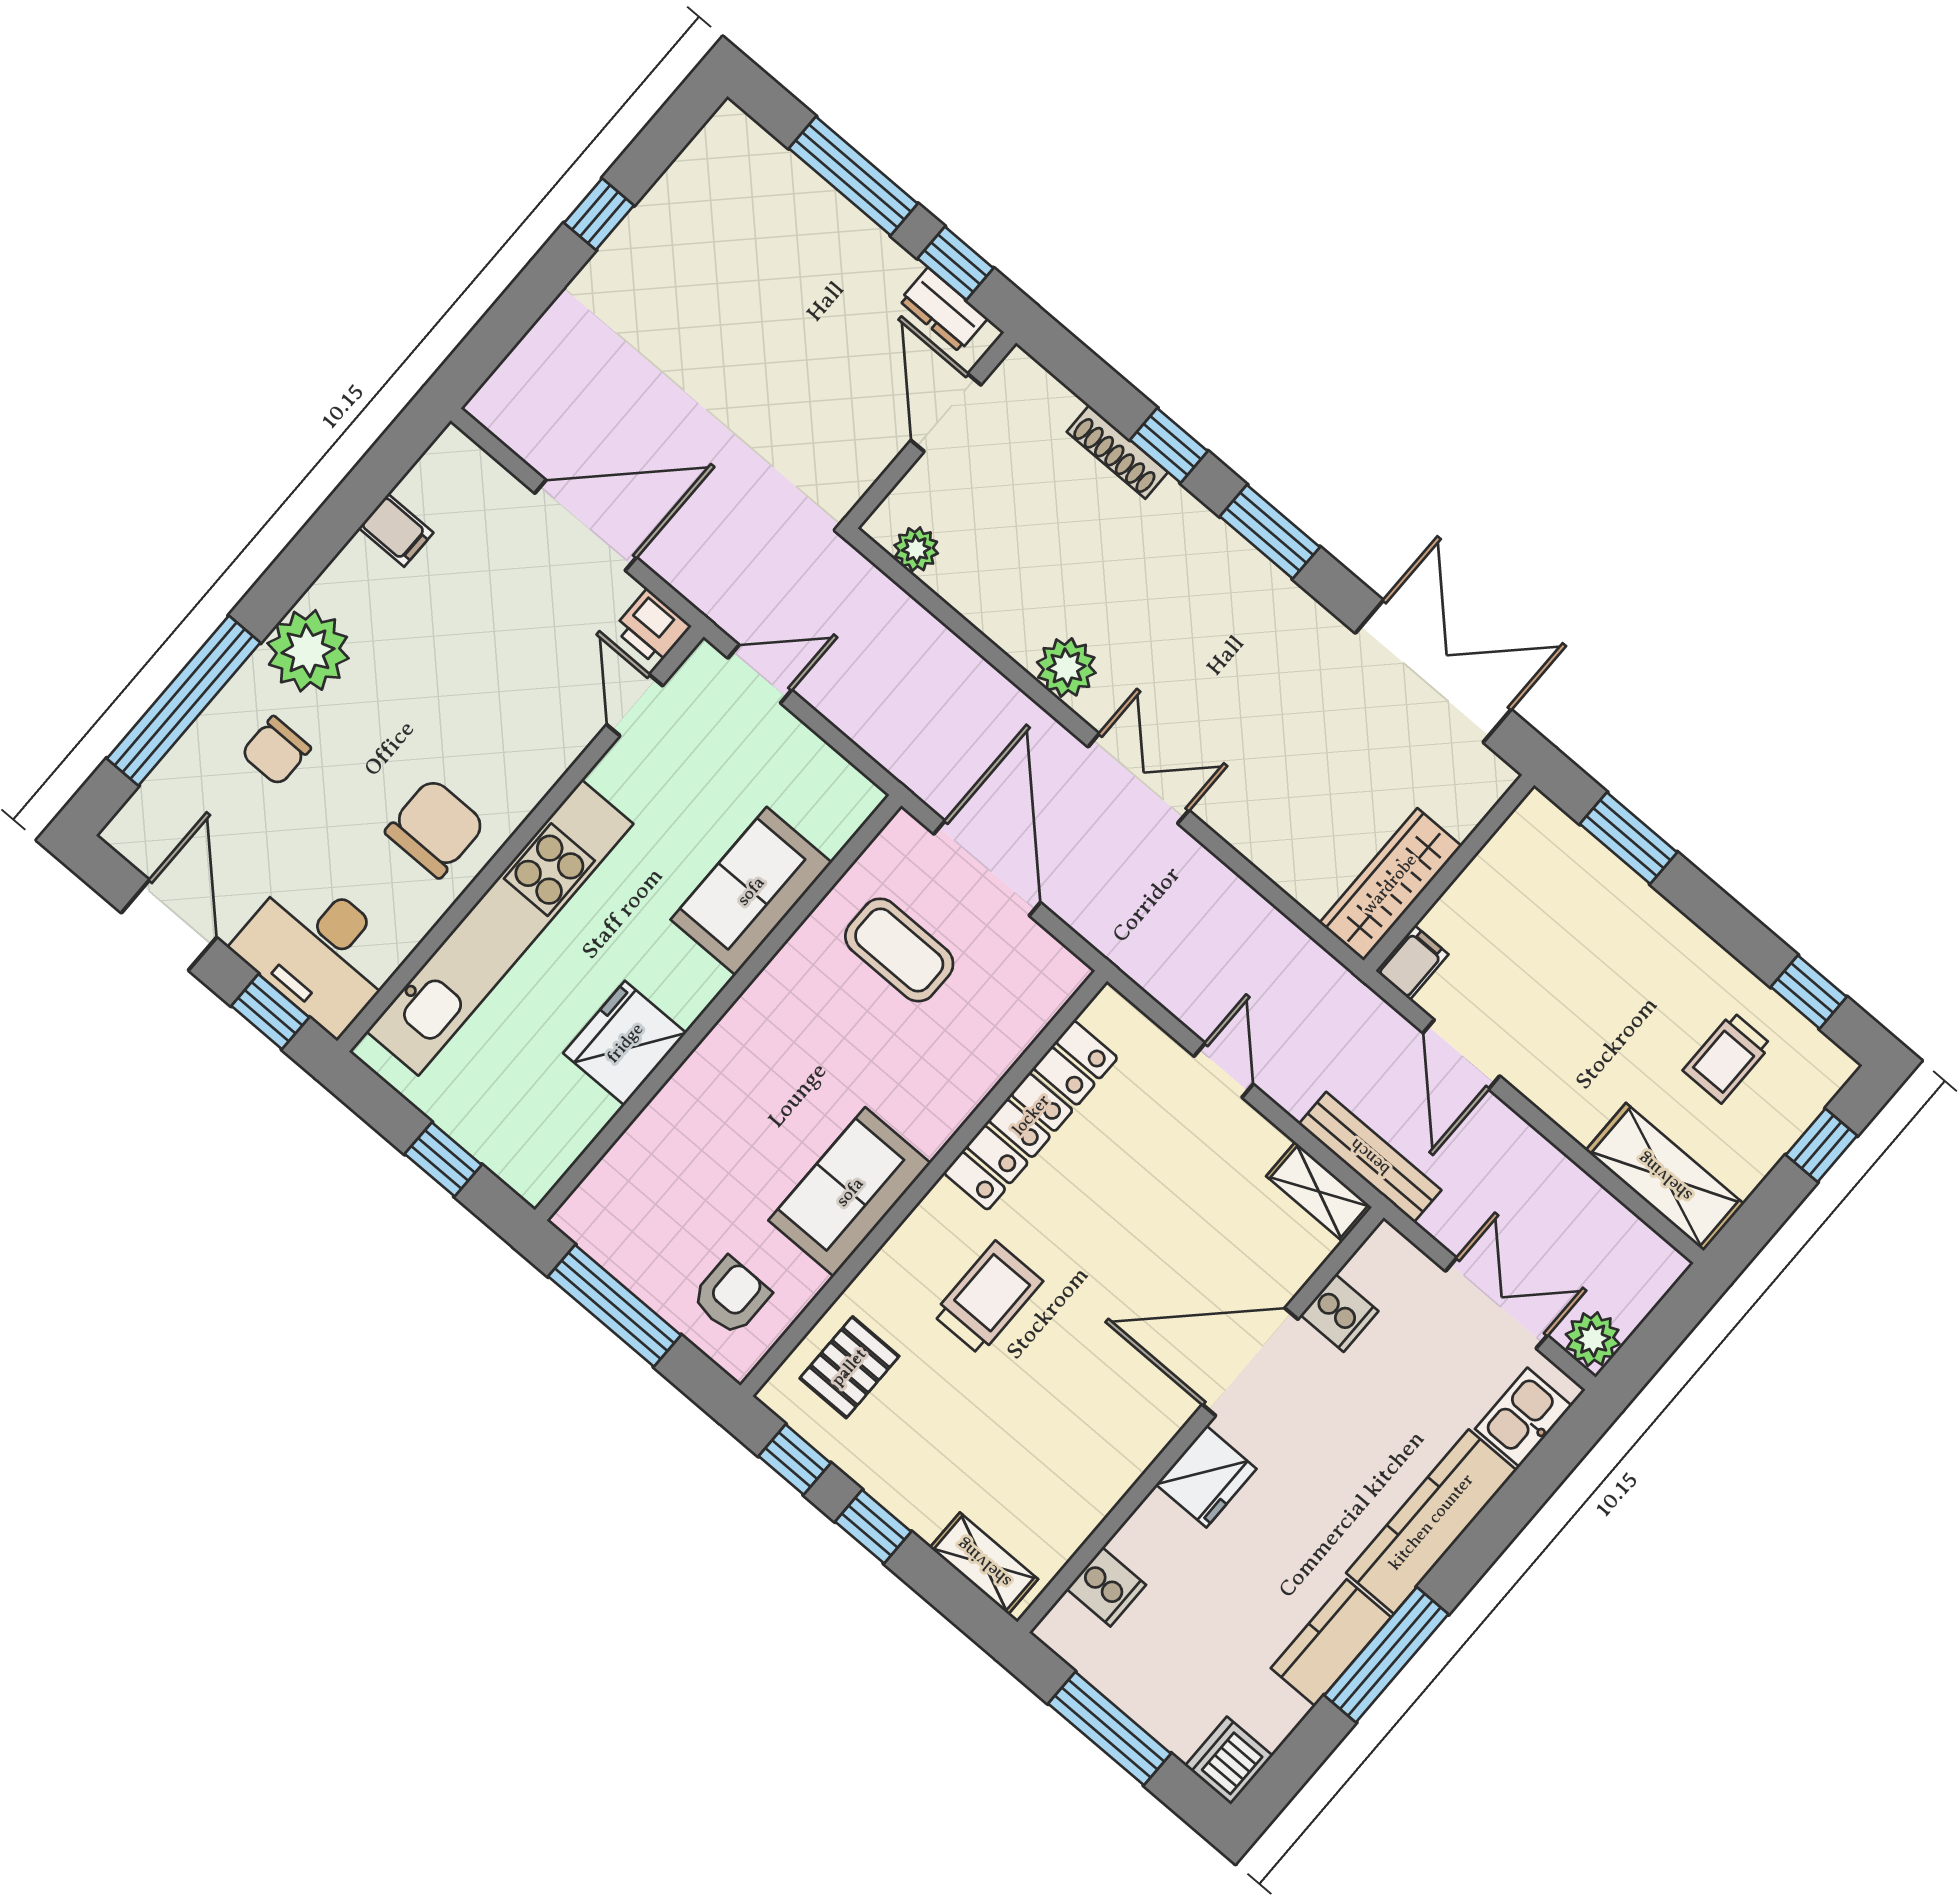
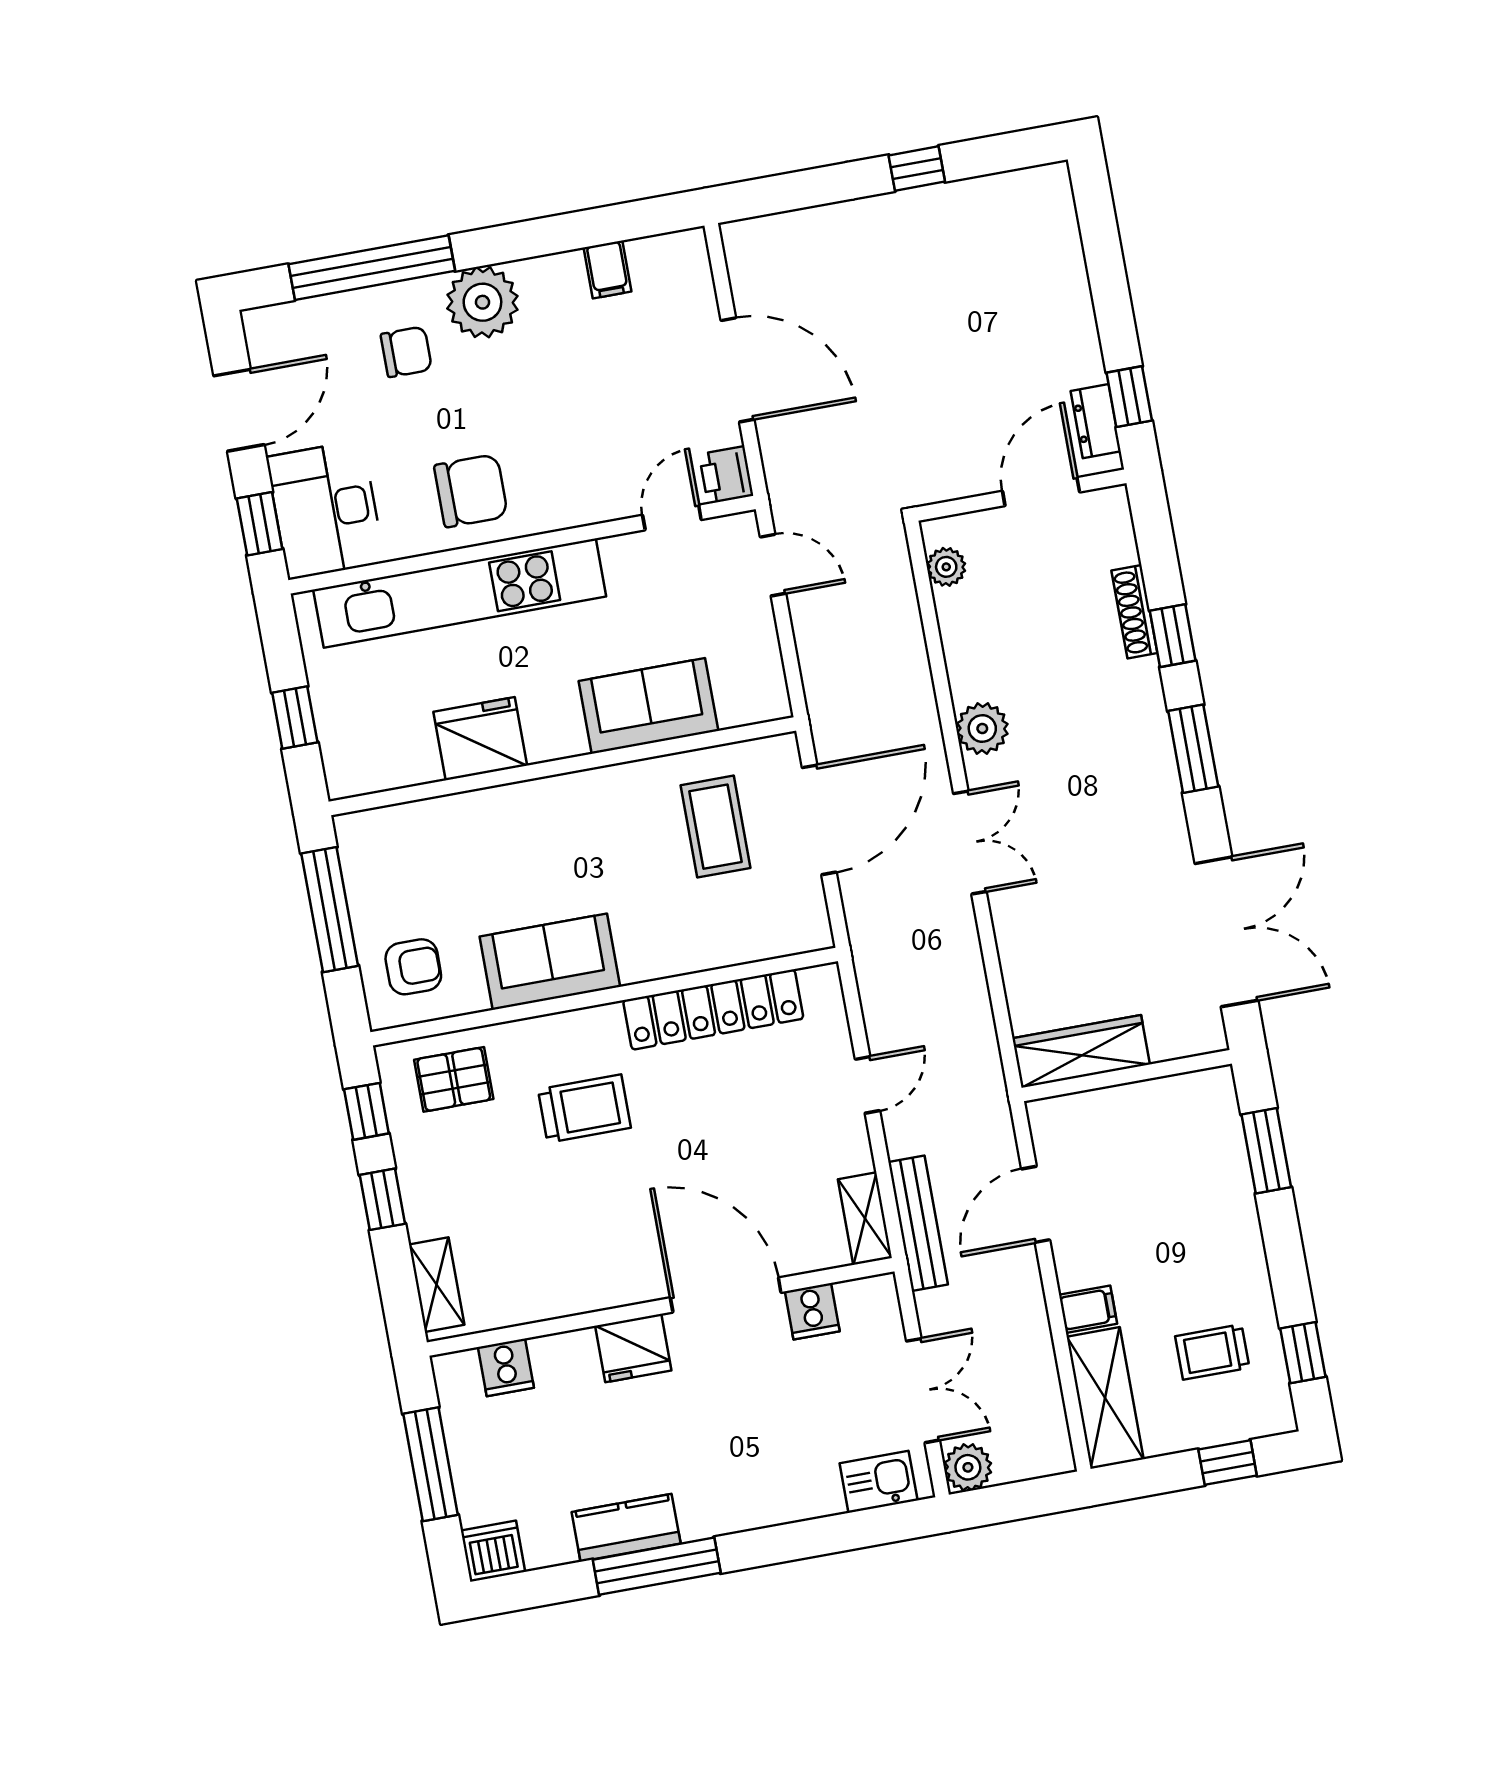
window: (853, 176) -> (1108, 282), removed
chair: (276, 751) -> (406, 352), turned 180
filing cabinet: (1412, 963) -> (1088, 1309), moved
kitchen counter: (1431, 1522) -> (760, 1501), removed

